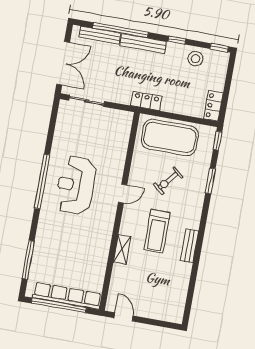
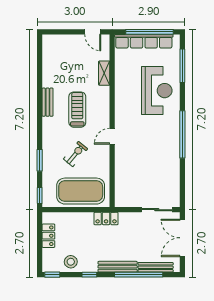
locker: (213, 106) -> (48, 236), moved
reception desk: (76, 185) -> (157, 91), moved
shelving: (122, 249) -> (104, 73), moved

